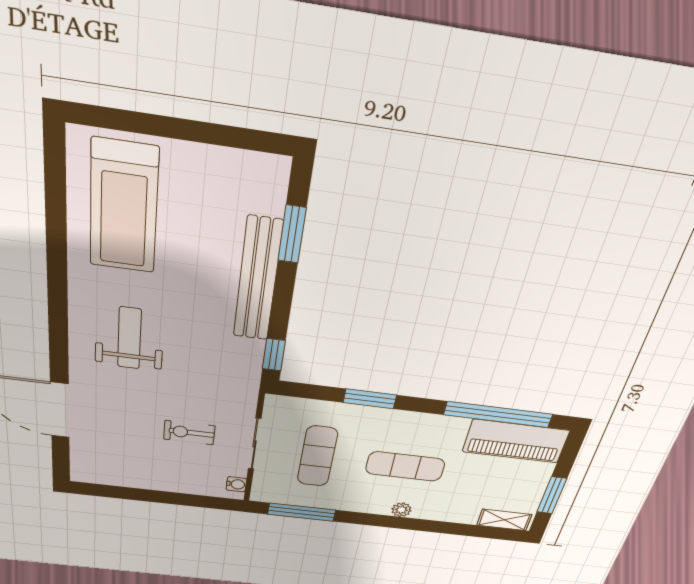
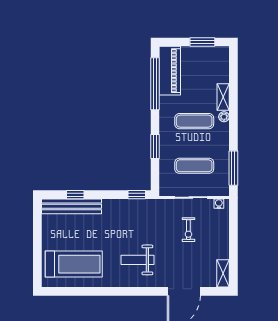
window: (292, 234) -> (75, 195), width x0.67
bench: (258, 280) -> (71, 206), moved
exercise mat: (405, 466) -> (194, 121), turned 90
shelving: (97, 475) -> (223, 273), added
shelving: (504, 520) -> (223, 97), moved

